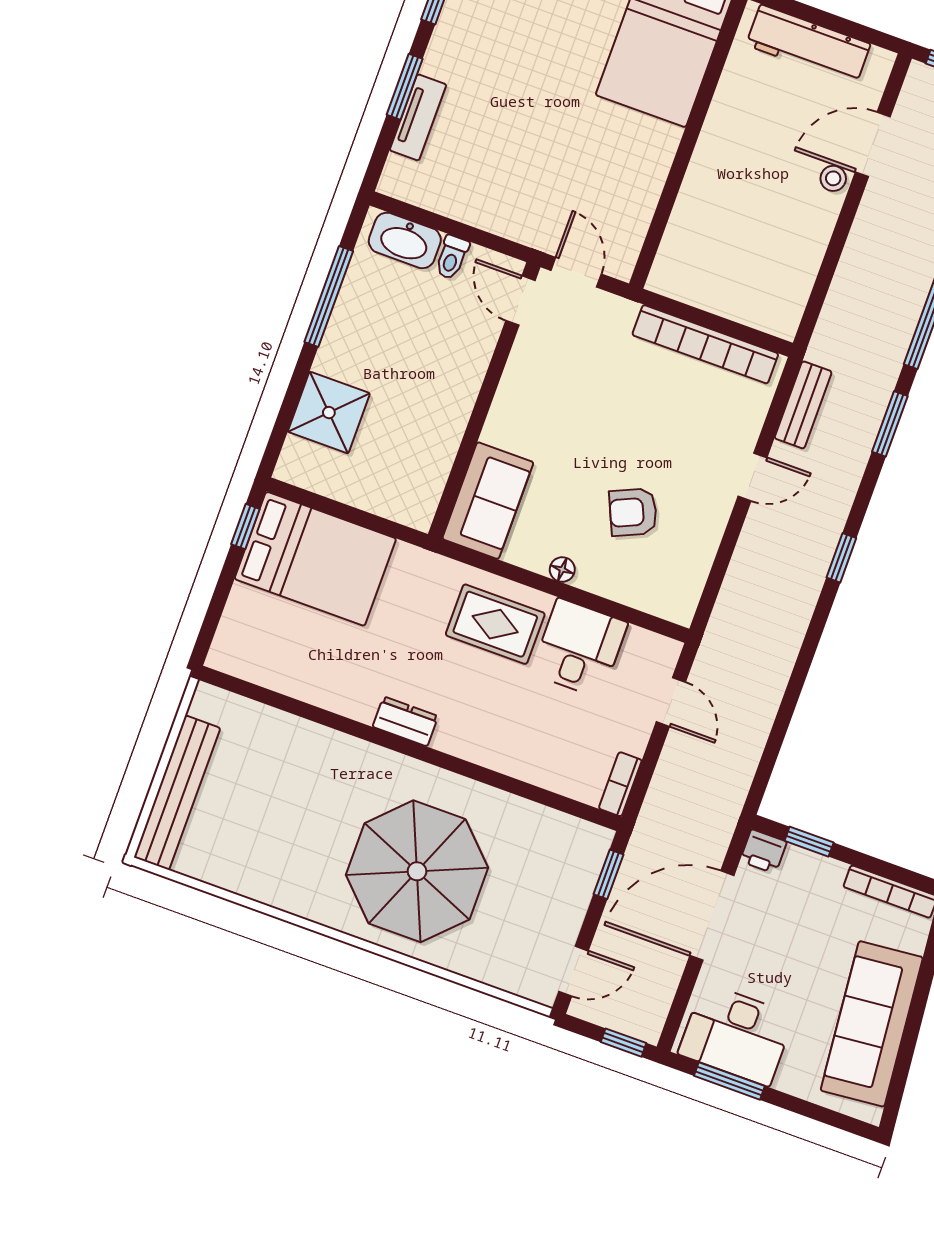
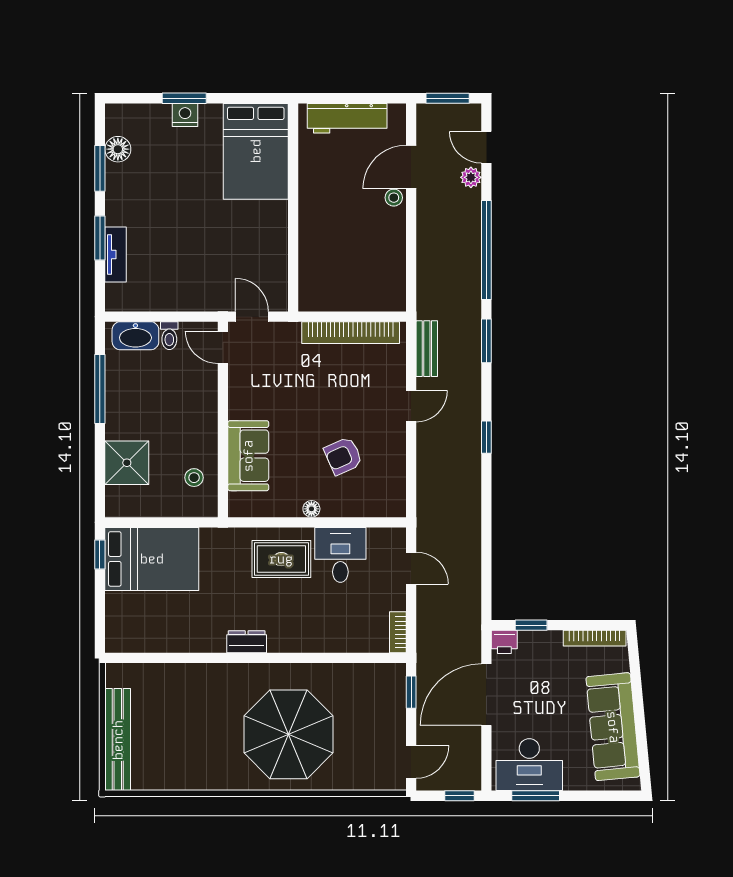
stool: (415, 467) -> (194, 478), added
sofa: (488, 501) -> (248, 456), moved

